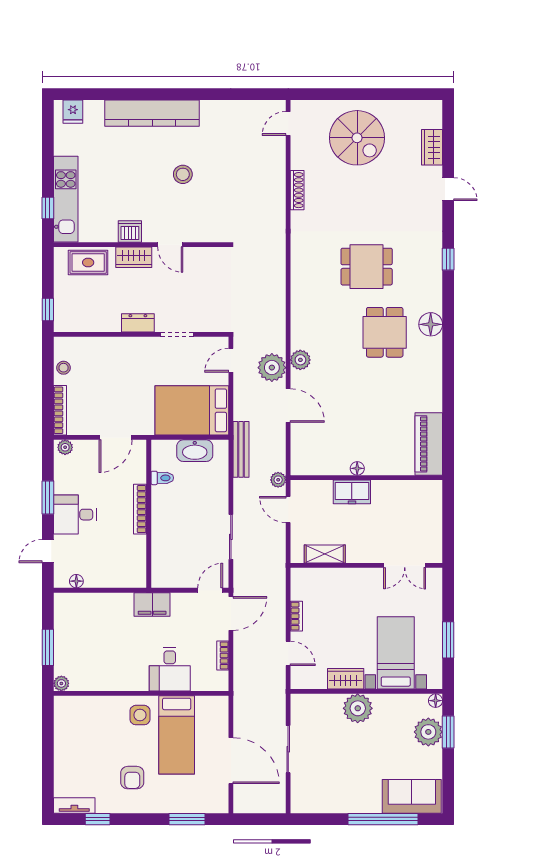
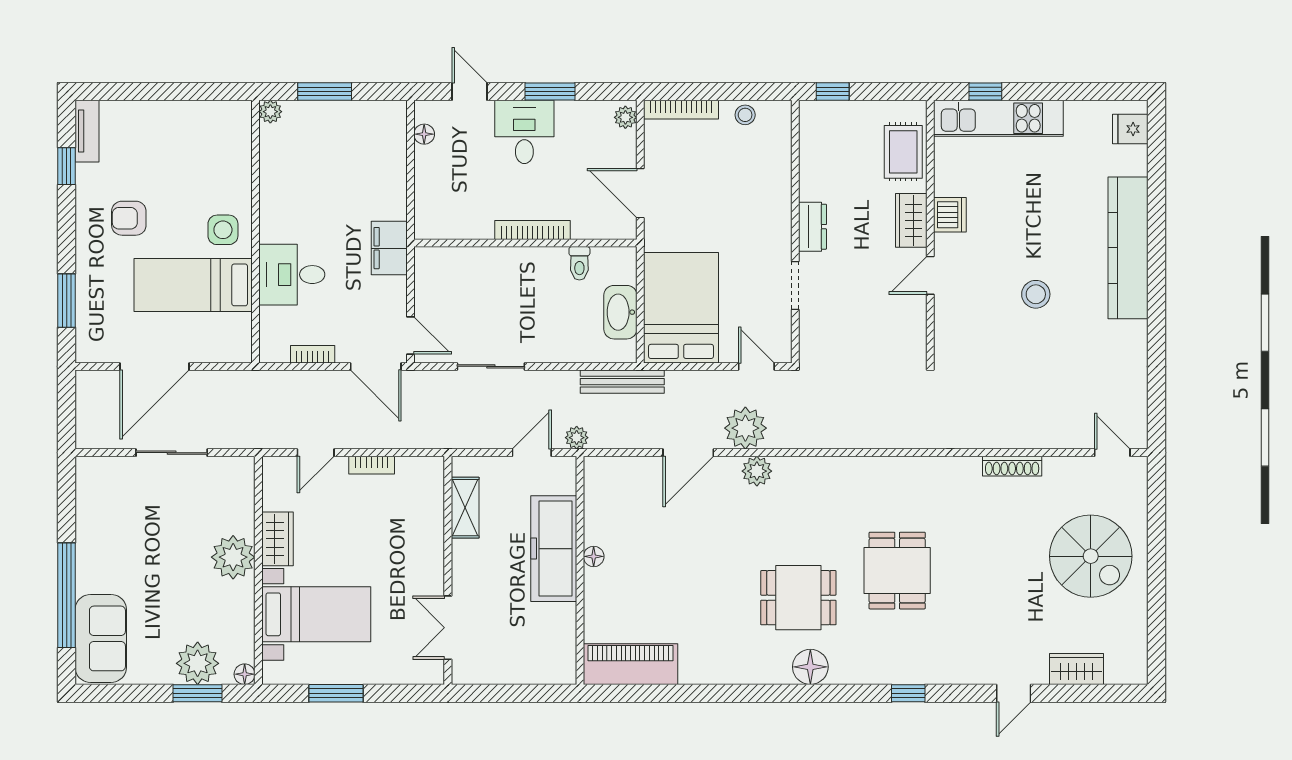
spiral stairs: (357, 138) -> (1091, 556), turned -90
freezer: (352, 492) -> (554, 549), width x1.91, depth x1.26

